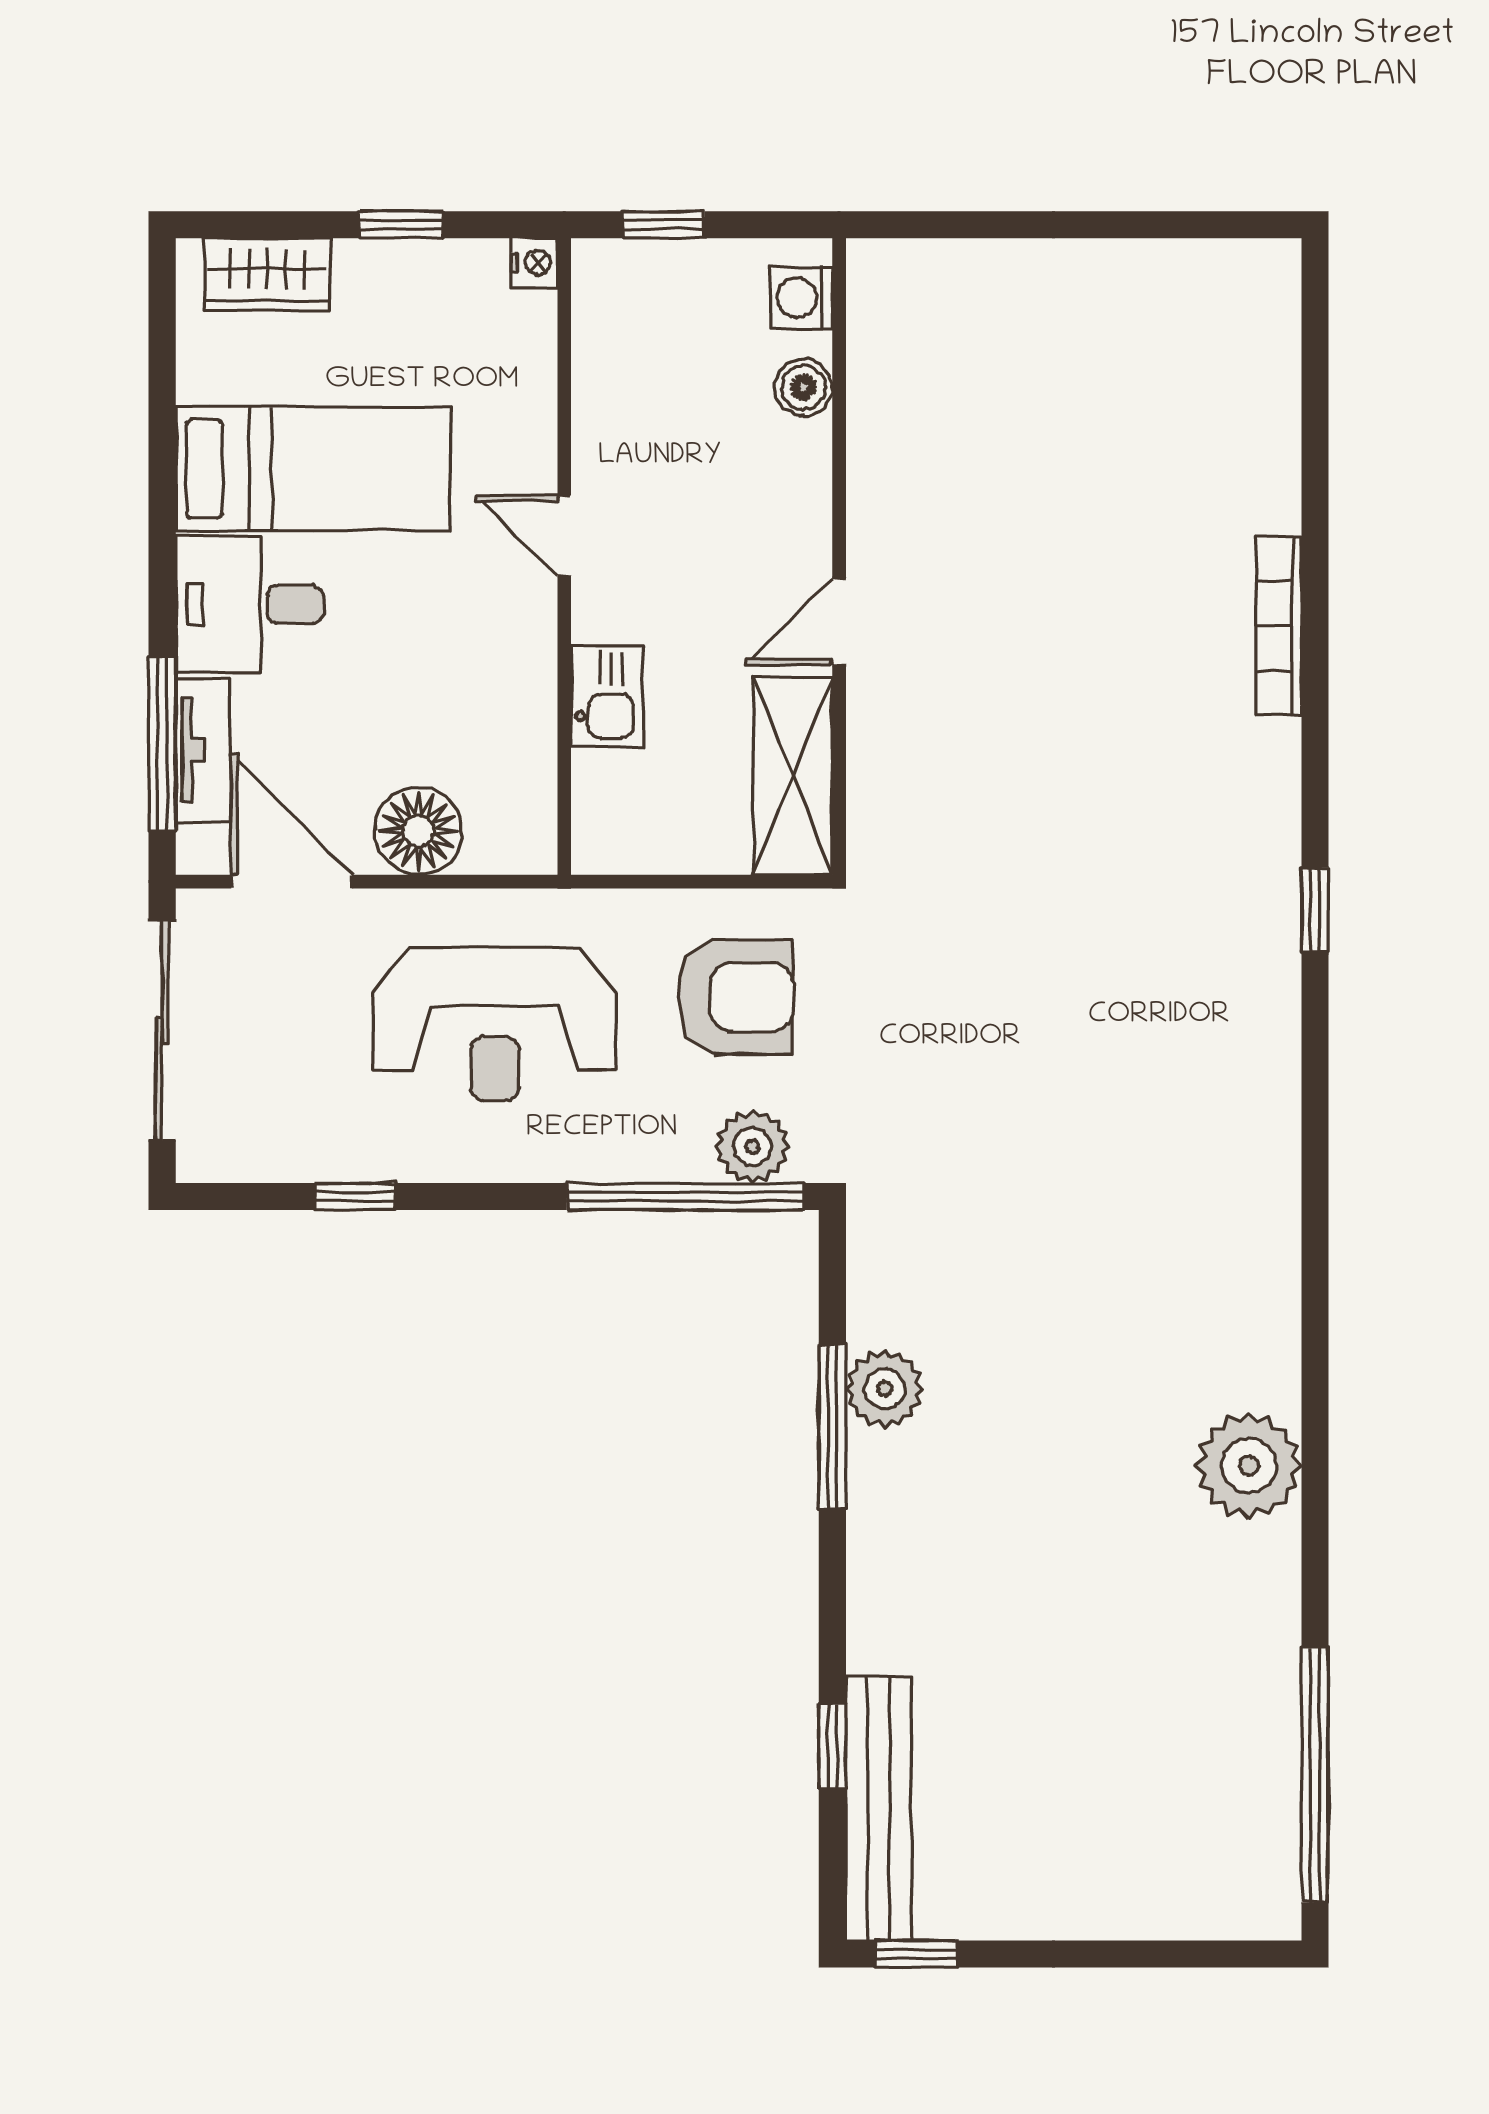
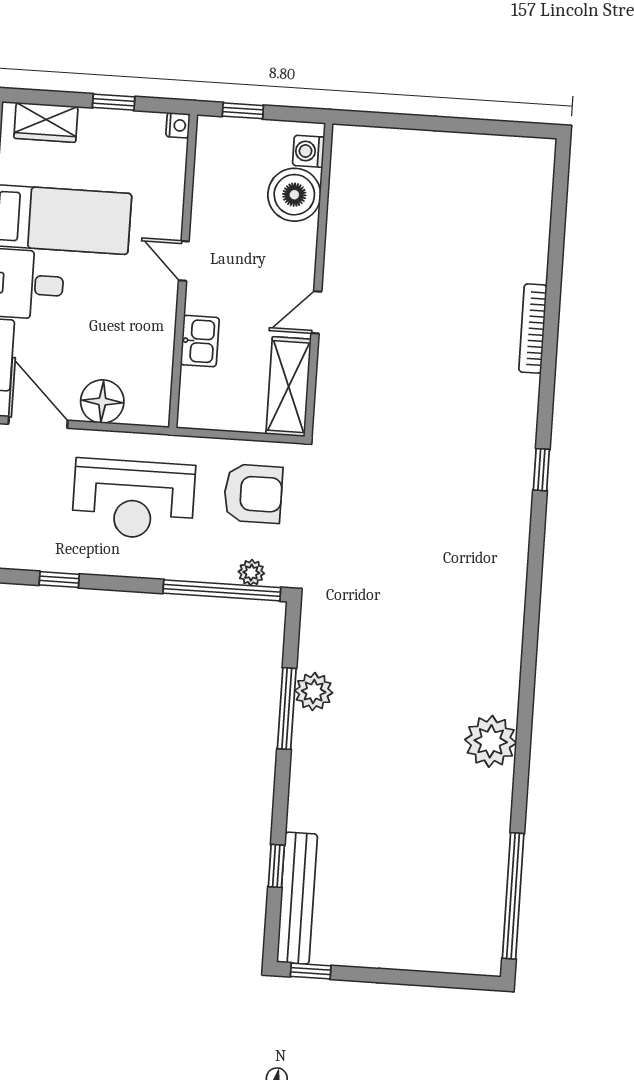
boiler: (804, 387) -> (294, 195), width x1.86, depth x1.86
plant: (753, 1147) -> (251, 573), width x0.73, depth x0.73

